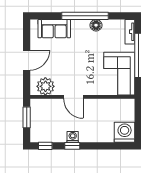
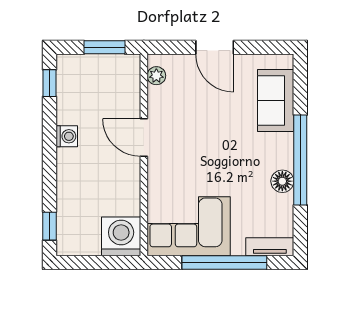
plant: (45, 86) -> (156, 76), width x0.53, depth x0.53
door: (73, 97) -> (144, 138), hinge flipped
washing machine: (125, 132) -> (121, 236), moved, turned -90
window: (72, 146) -> (50, 226), moved

